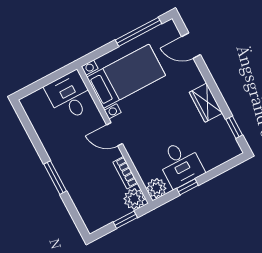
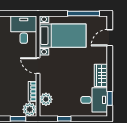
door: (191, 46) -> (110, 38), hinge flipped
desk: (180, 164) -> (94, 100), moved, turned -90
plant: (156, 188) -> (46, 99), moved

